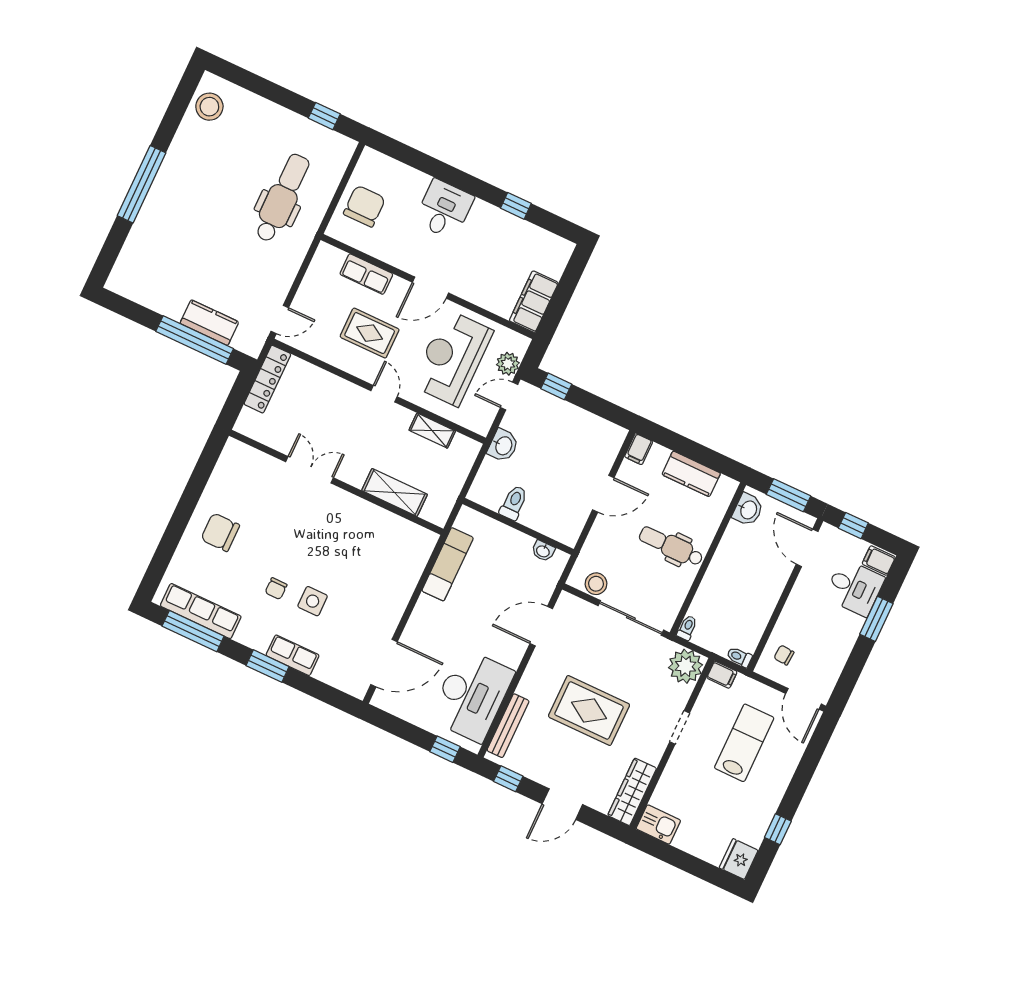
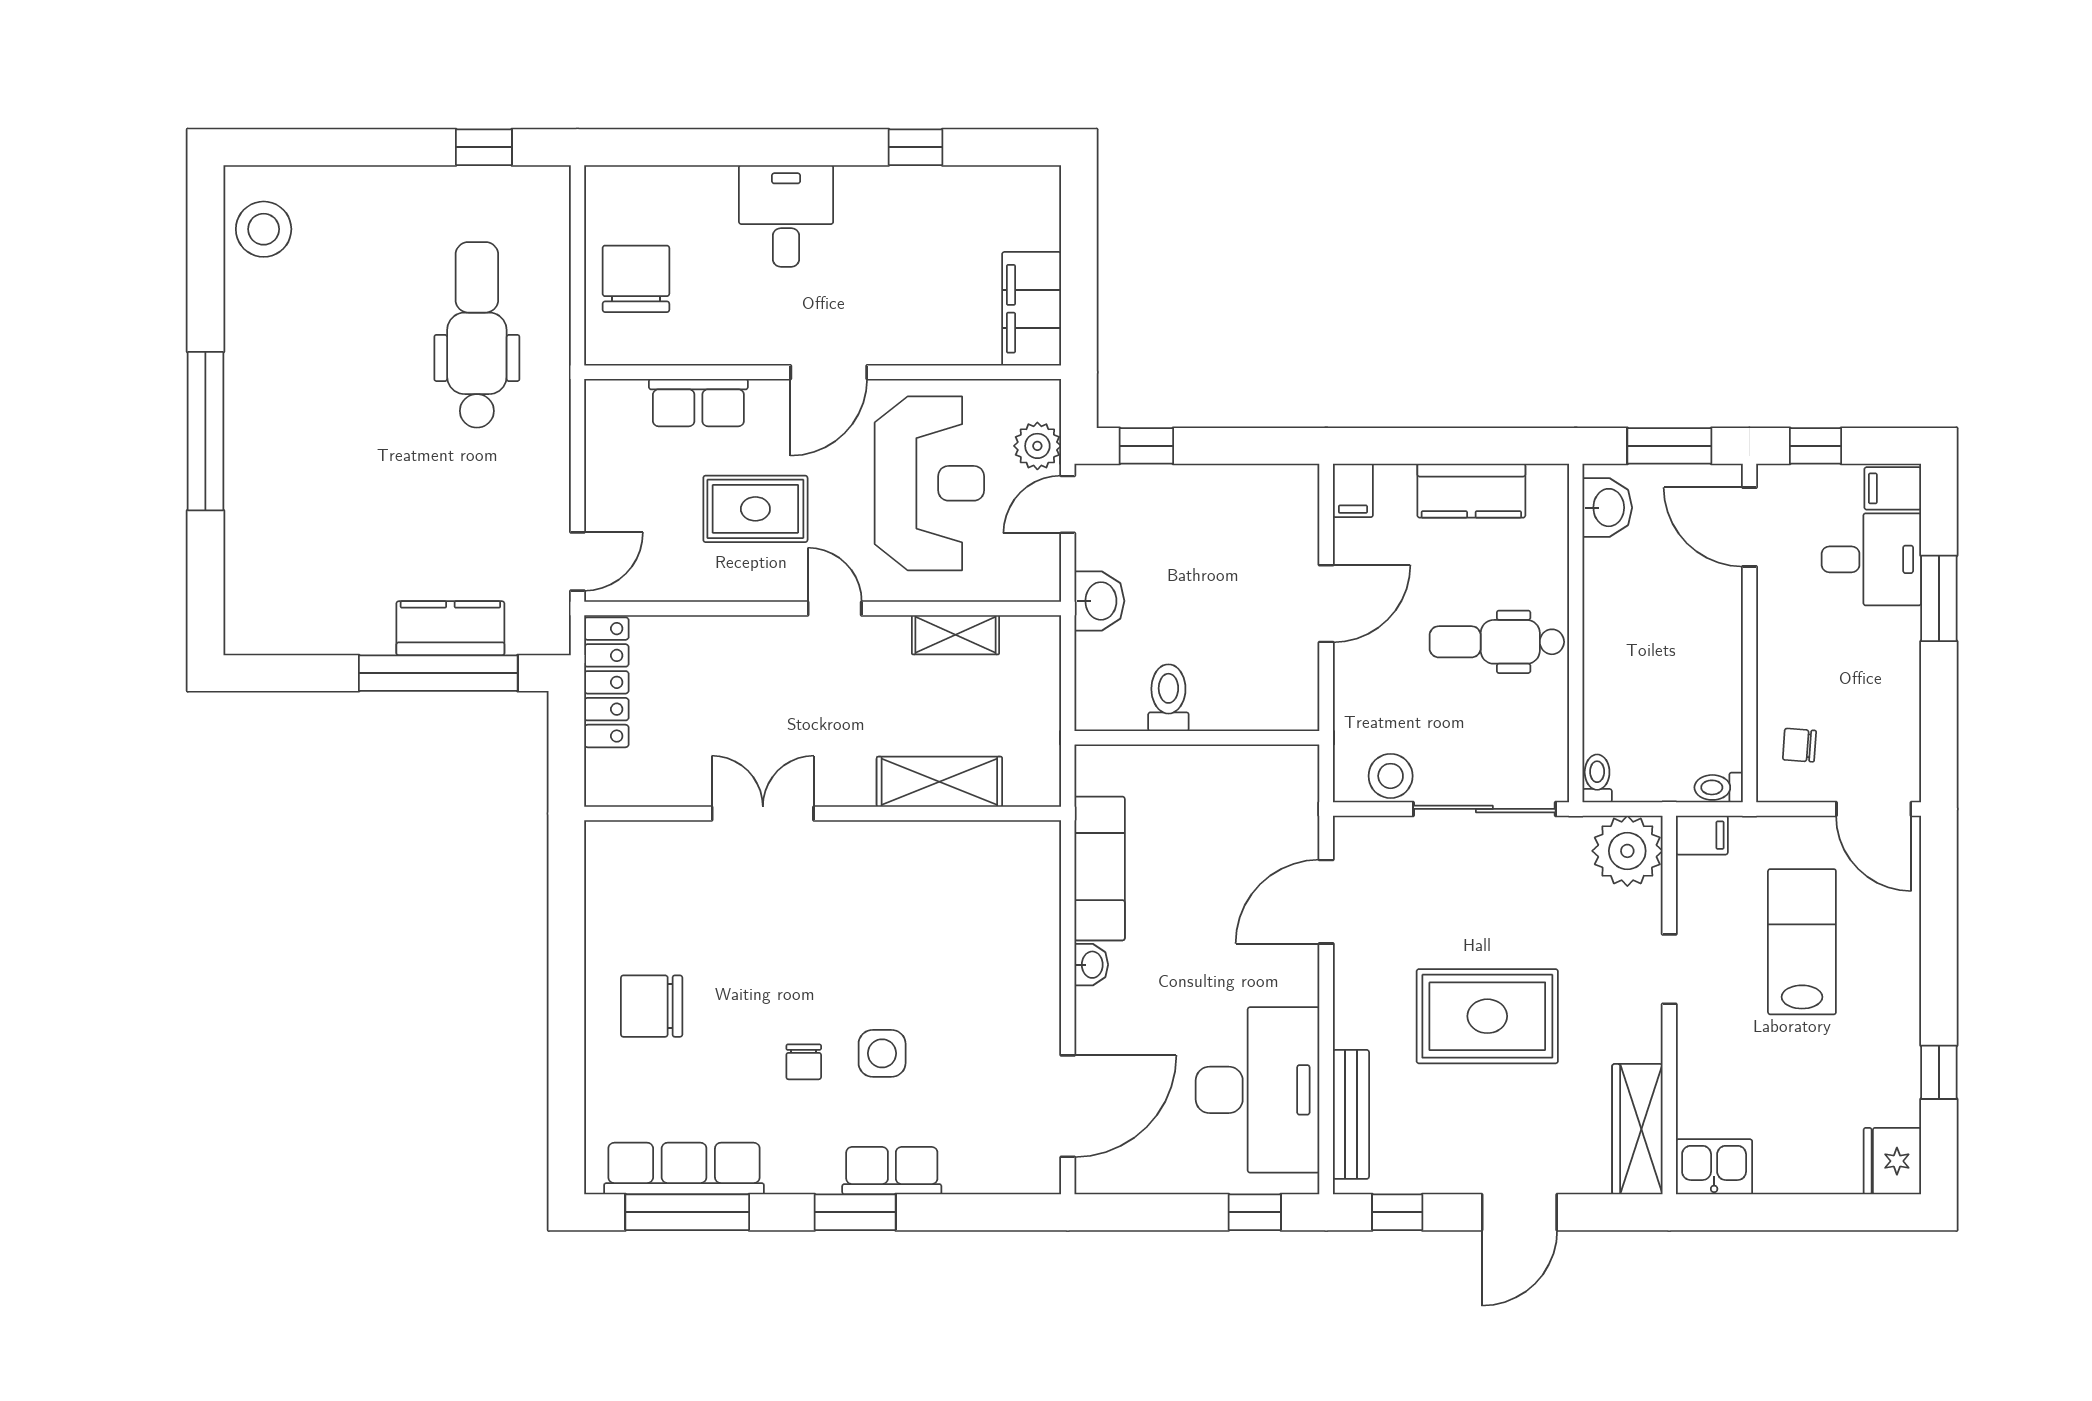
reception desk: (452, 358) -> (929, 483), turned 180
washbasin: (543, 551) -> (1091, 965), moved, turned -90

